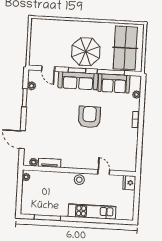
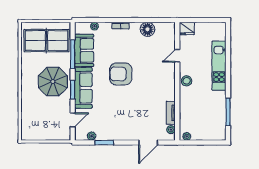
floor lamp: (131, 145) -> (147, 29), added

